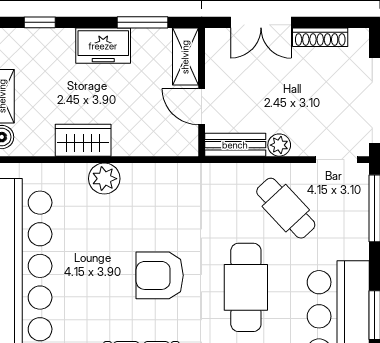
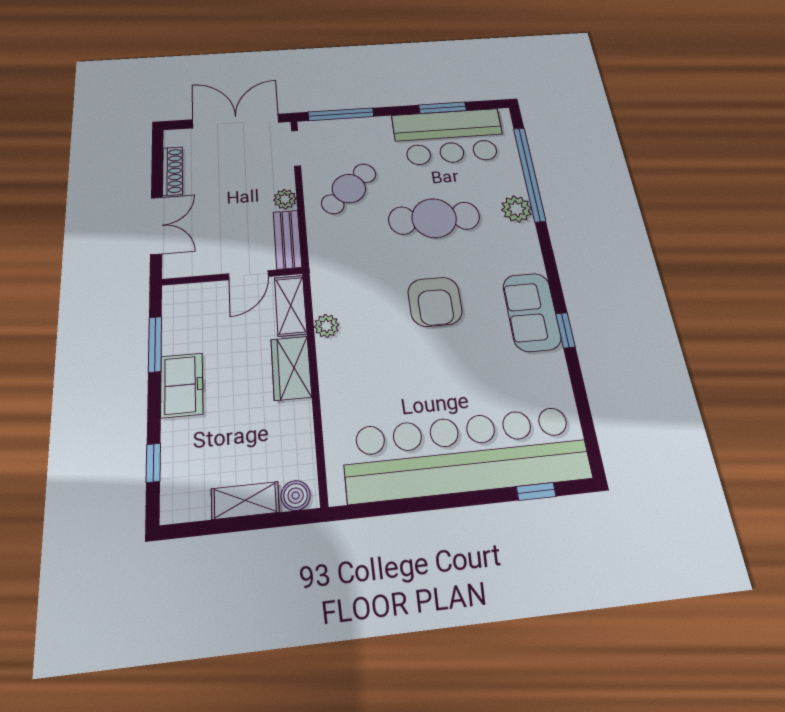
shelving: (185, 57) -> (291, 306), moved, turned 90
wardrobe: (83, 140) -> (291, 368), moved
plant: (104, 179) -> (326, 326), moved, width x0.73, depth x0.73

